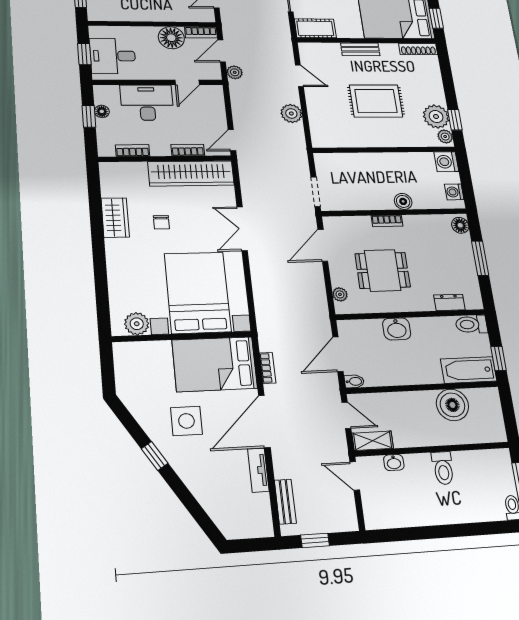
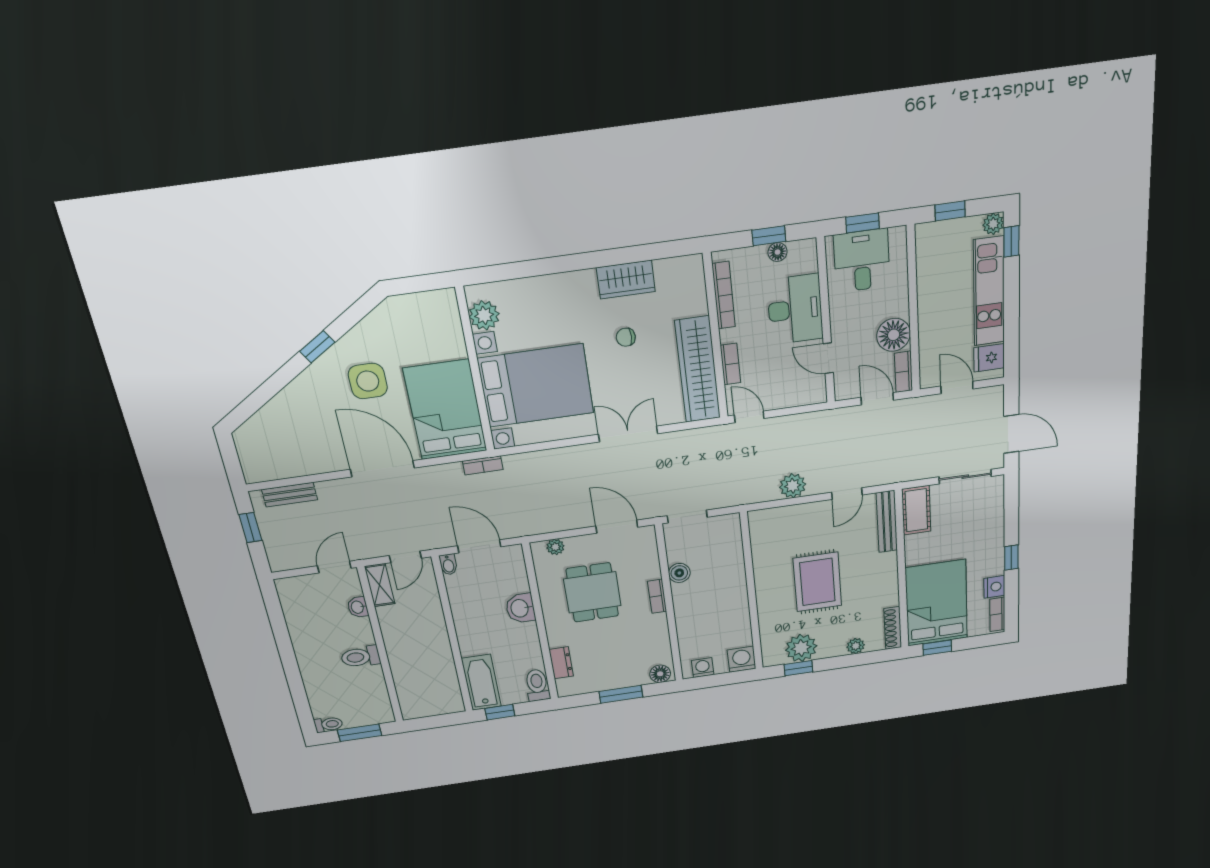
bench: (360, 49) -> (887, 522), moved, width x1.36
plant: (235, 72) -> (847, 416), removed
plant: (445, 137) -> (856, 646), moved
bookcase: (133, 151) -> (724, 295), width x1.56
boiler: (403, 201) -> (679, 573), moved
bookcase: (268, 368) -> (483, 465), moved
boiler: (452, 405) -> (437, 666), removed
tv unit: (258, 470) -> (322, 464), removed

